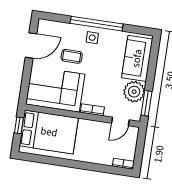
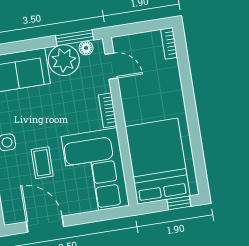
floor lamp: (137, 109) -> (86, 48), added
window: (19, 125) -> (179, 203), moved

